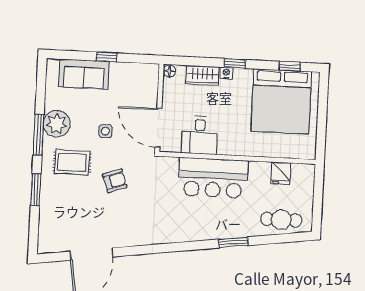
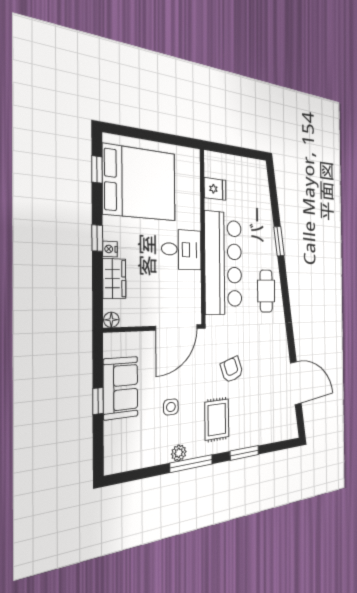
sofa: (84, 74) -> (121, 388), moved
plant: (57, 124) -> (179, 453), width x0.53, depth x0.53
side table: (105, 131) -> (171, 407), moved
desk: (199, 135) -> (182, 250), moved
bar counter: (213, 178) -> (223, 263), width x1.36
cafe table: (281, 220) -> (266, 291), moved

